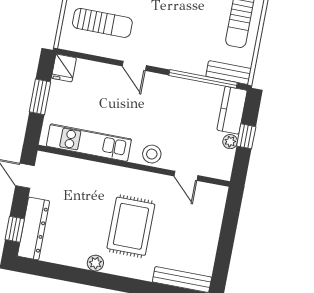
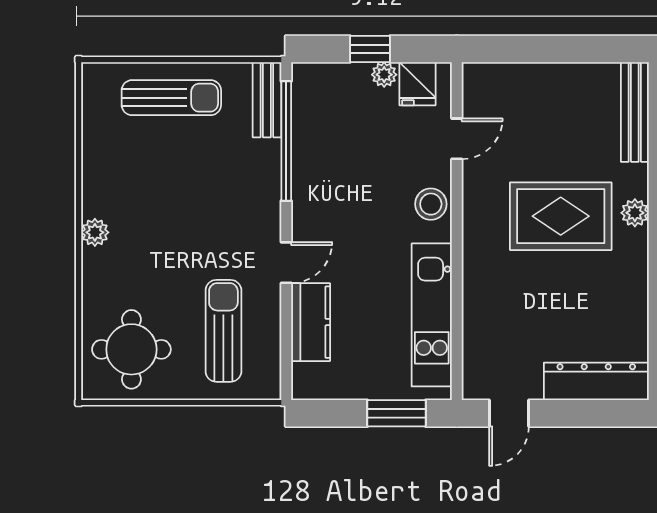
fridge: (64, 68) -> (417, 84), moved, turned 90
window: (40, 97) -> (397, 413), moved
kitchen counter: (232, 110) -> (311, 322), moved, turned -90
window: (15, 229) -> (604, 413), removed
plant: (95, 263) -> (635, 213), moved

